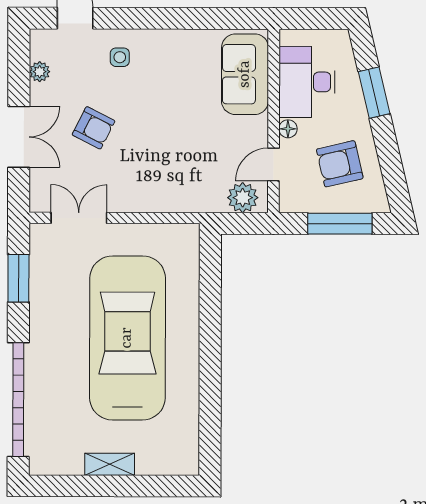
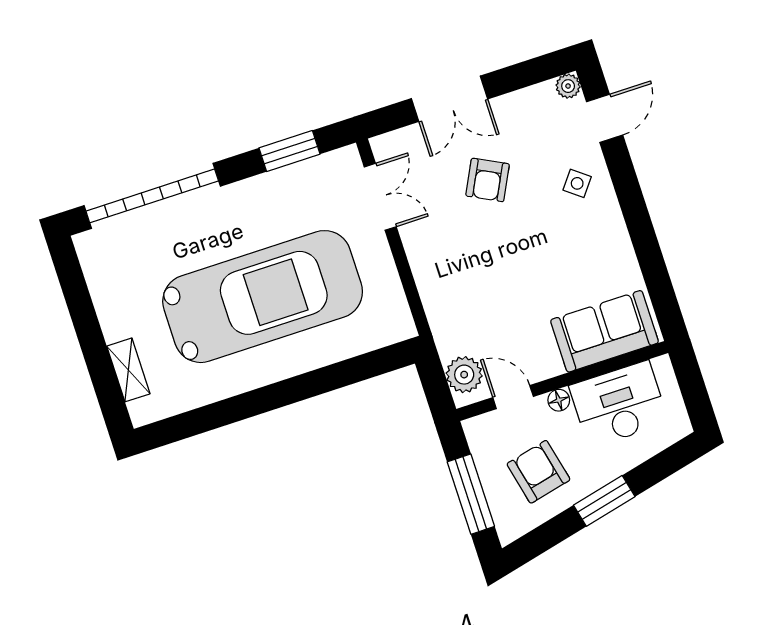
side table: (120, 57) -> (577, 183), turned 38
plant: (40, 72) -> (568, 86), moved
window: (374, 93) -> (604, 501), moved
shelving: (110, 464) -> (128, 370), moved

